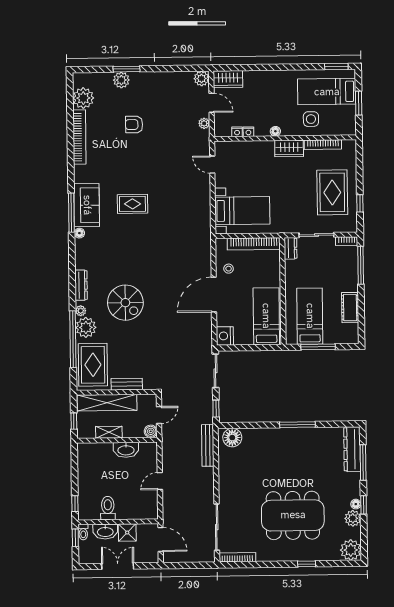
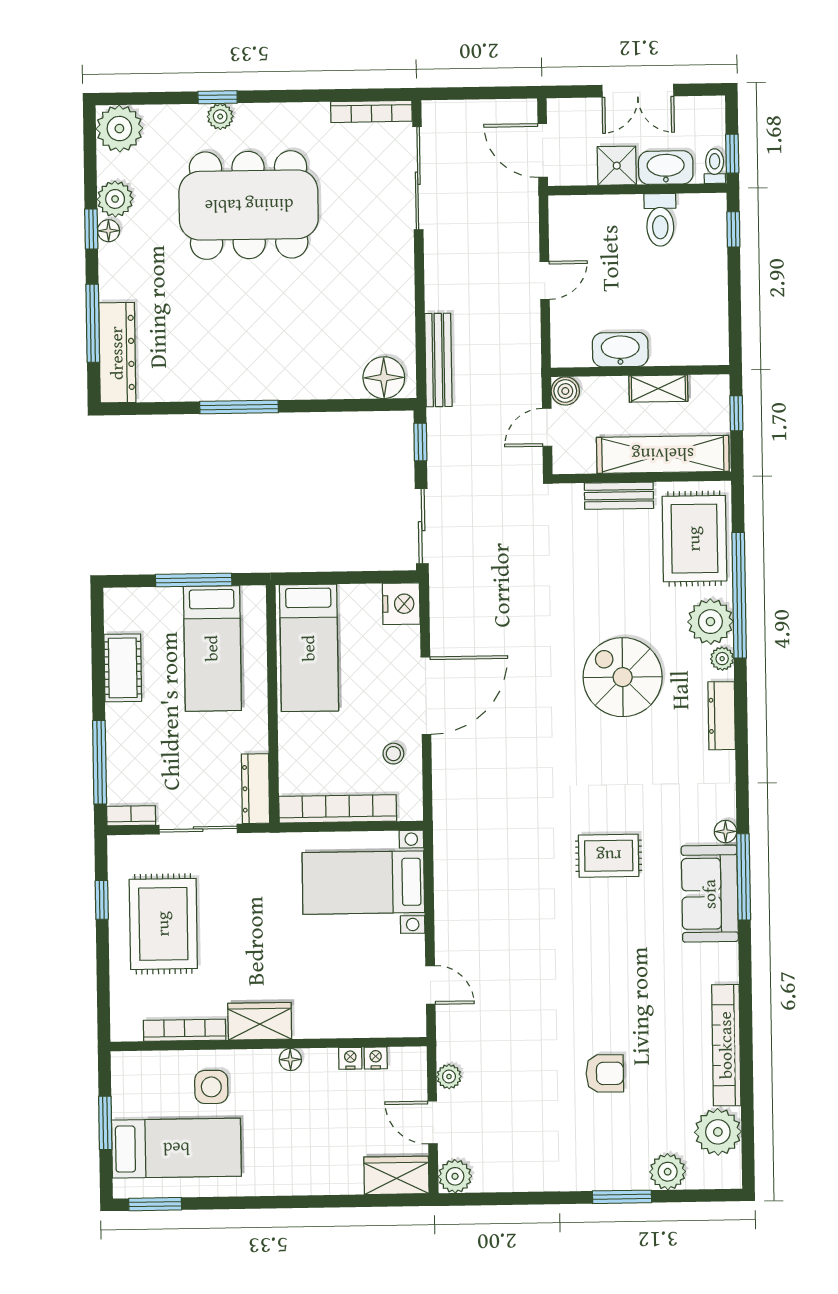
plant: (121, 80) -> (668, 1172), moved
rug: (132, 204) -> (609, 856), moved
dresser: (291, 248) -> (256, 789), width x1.44
plant: (305, 555) -> (220, 117), added

